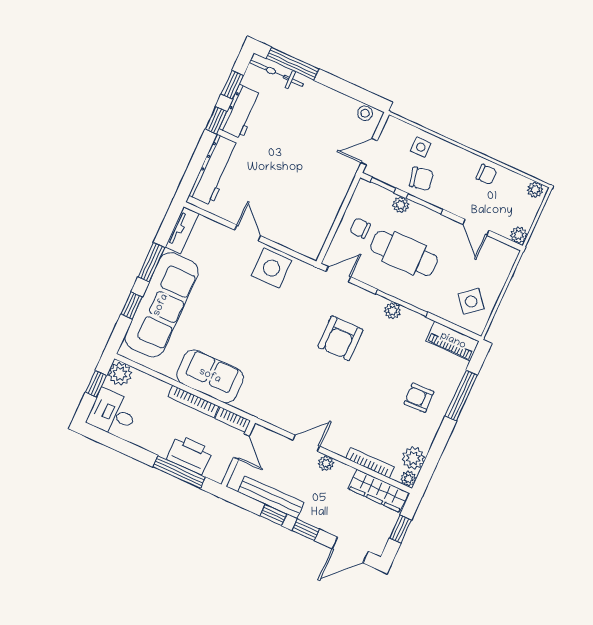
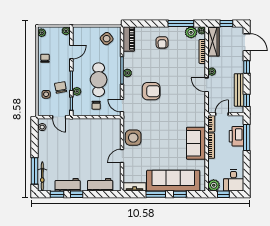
workbench: (214, 170) -> (100, 185), width x0.73
window: (461, 395) -> (181, 23), moved
window: (273, 515) -> (247, 100), moved

